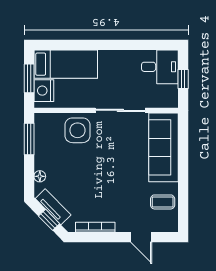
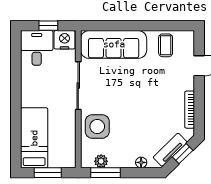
nightstand: (44, 91) -> (65, 40), moved, turned 180
plant: (41, 134) -> (101, 161), added

